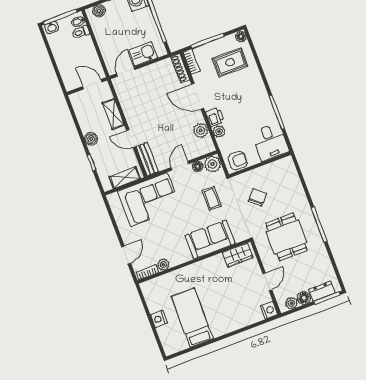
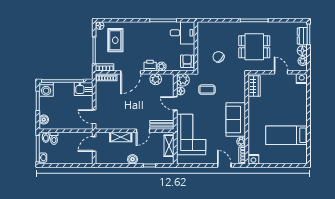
kitchen sink: (143, 54) -> (84, 89), moved, turned -90
sofa: (210, 240) -> (236, 120), moved
nightstand: (159, 319) -> (253, 159), moved

